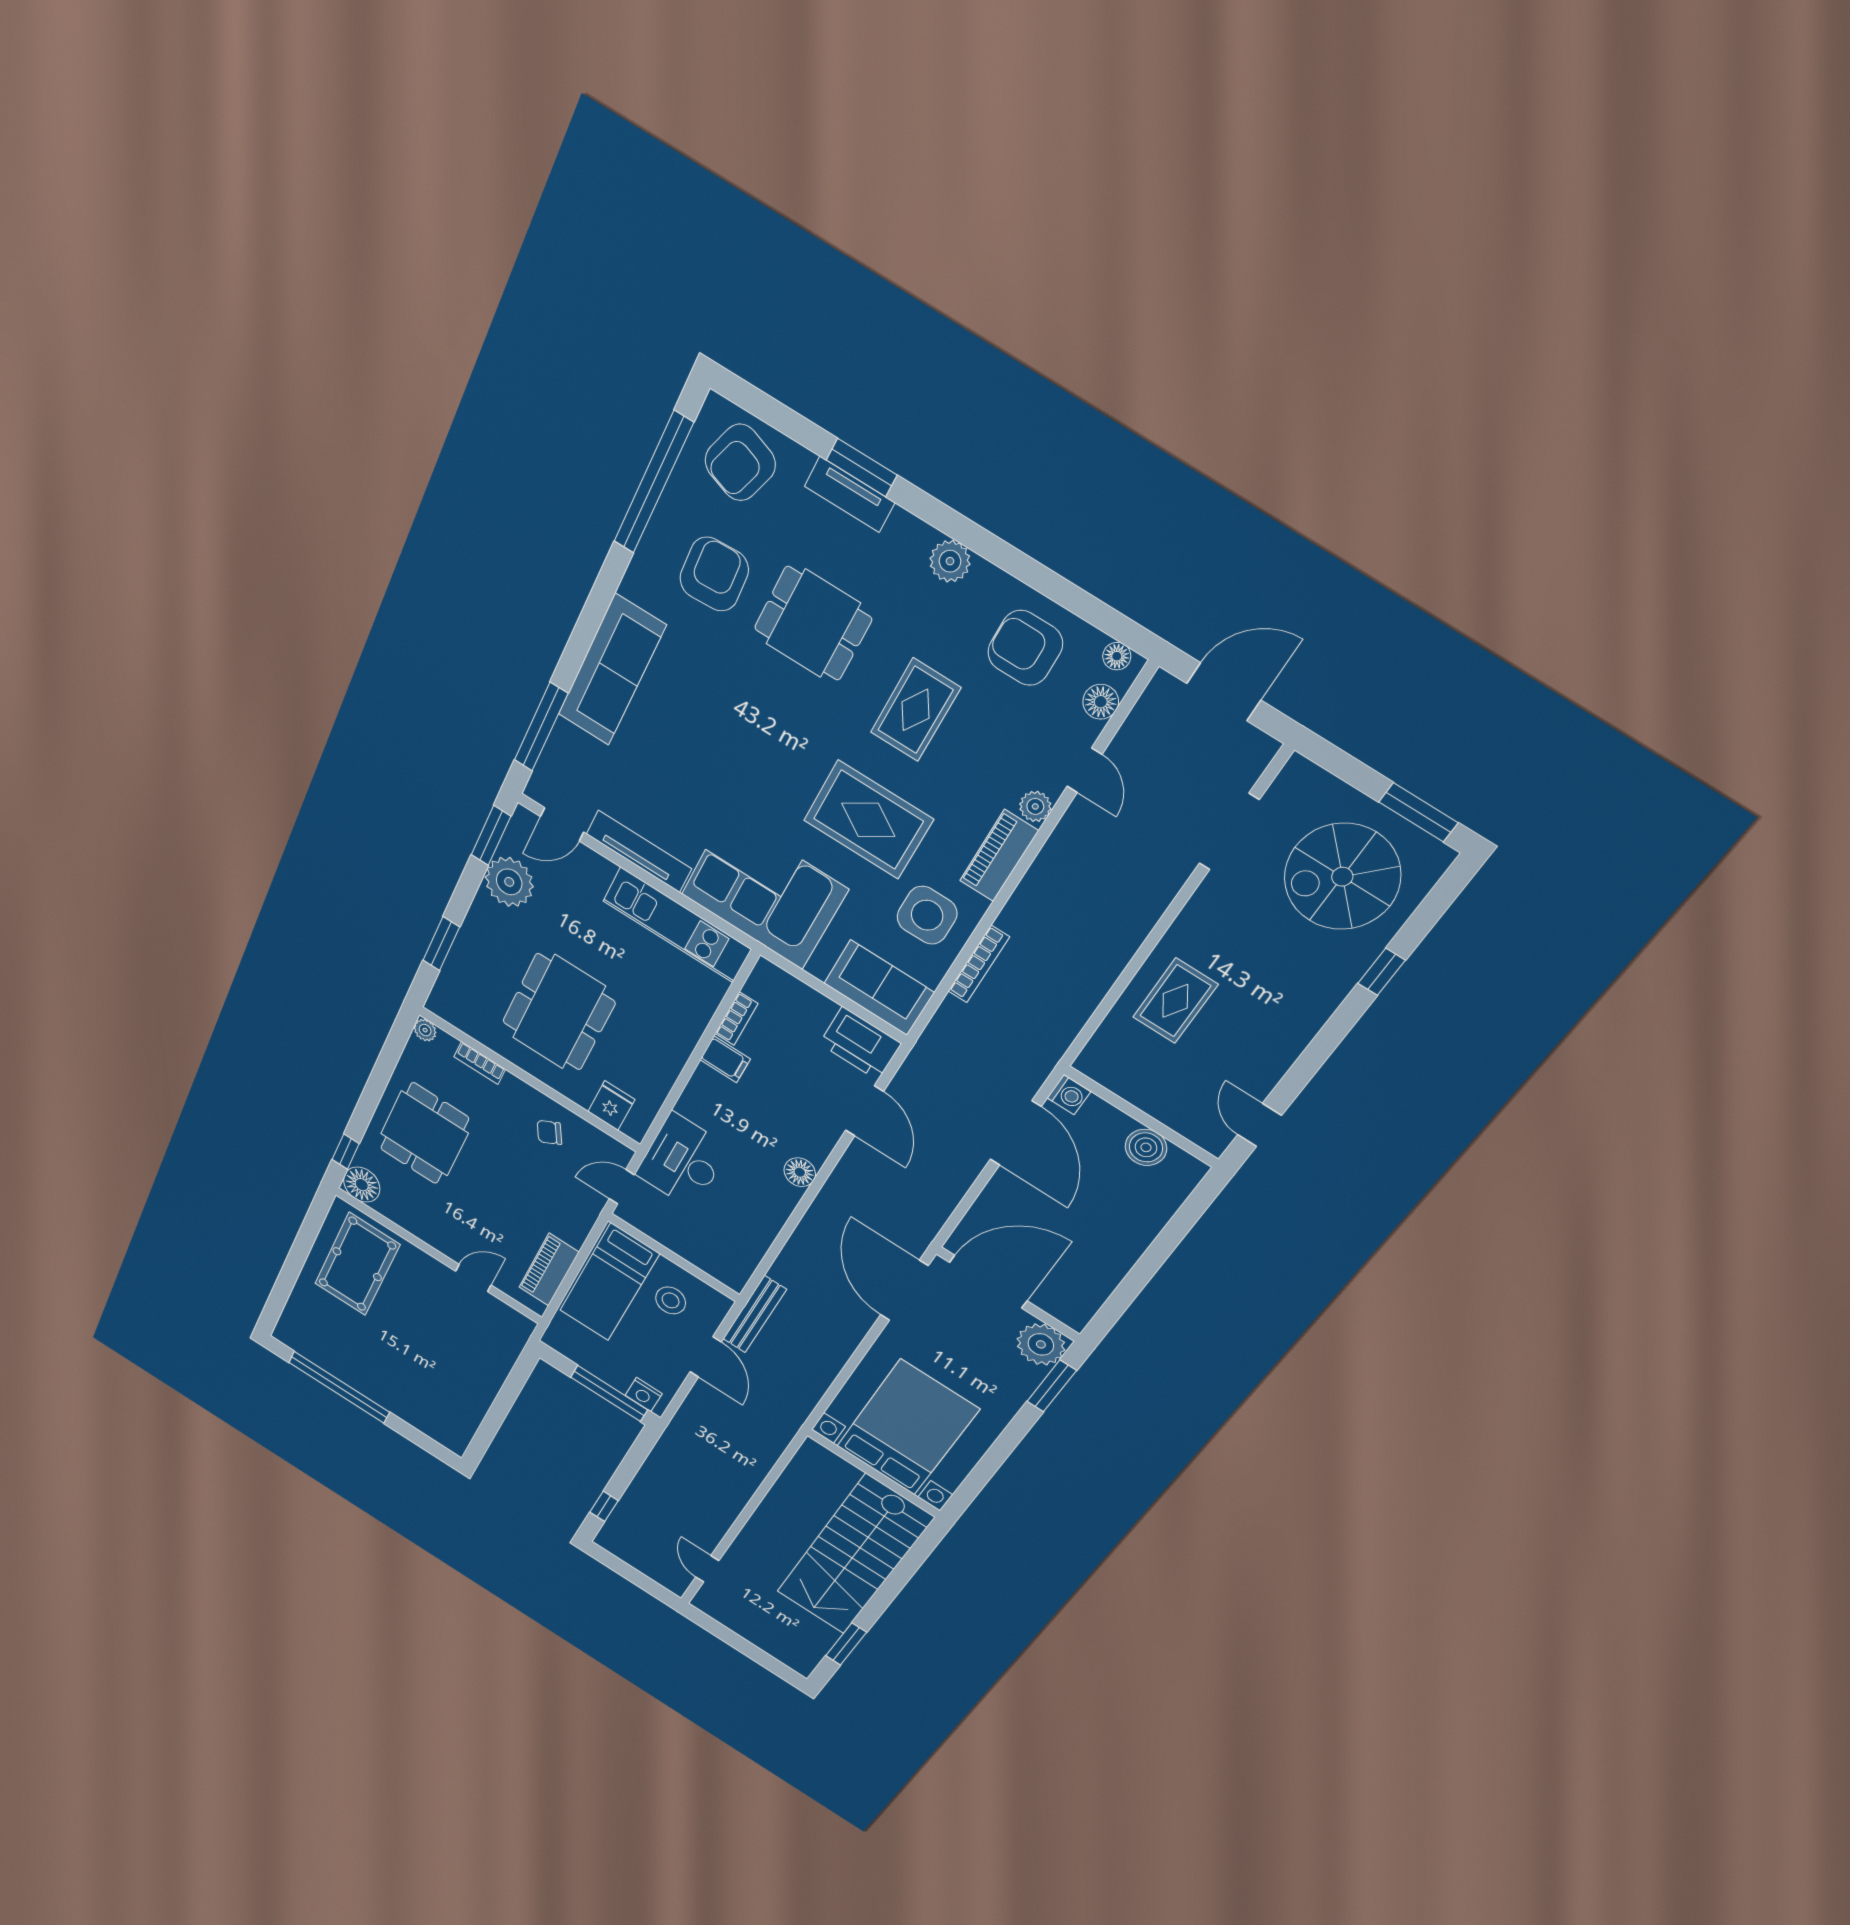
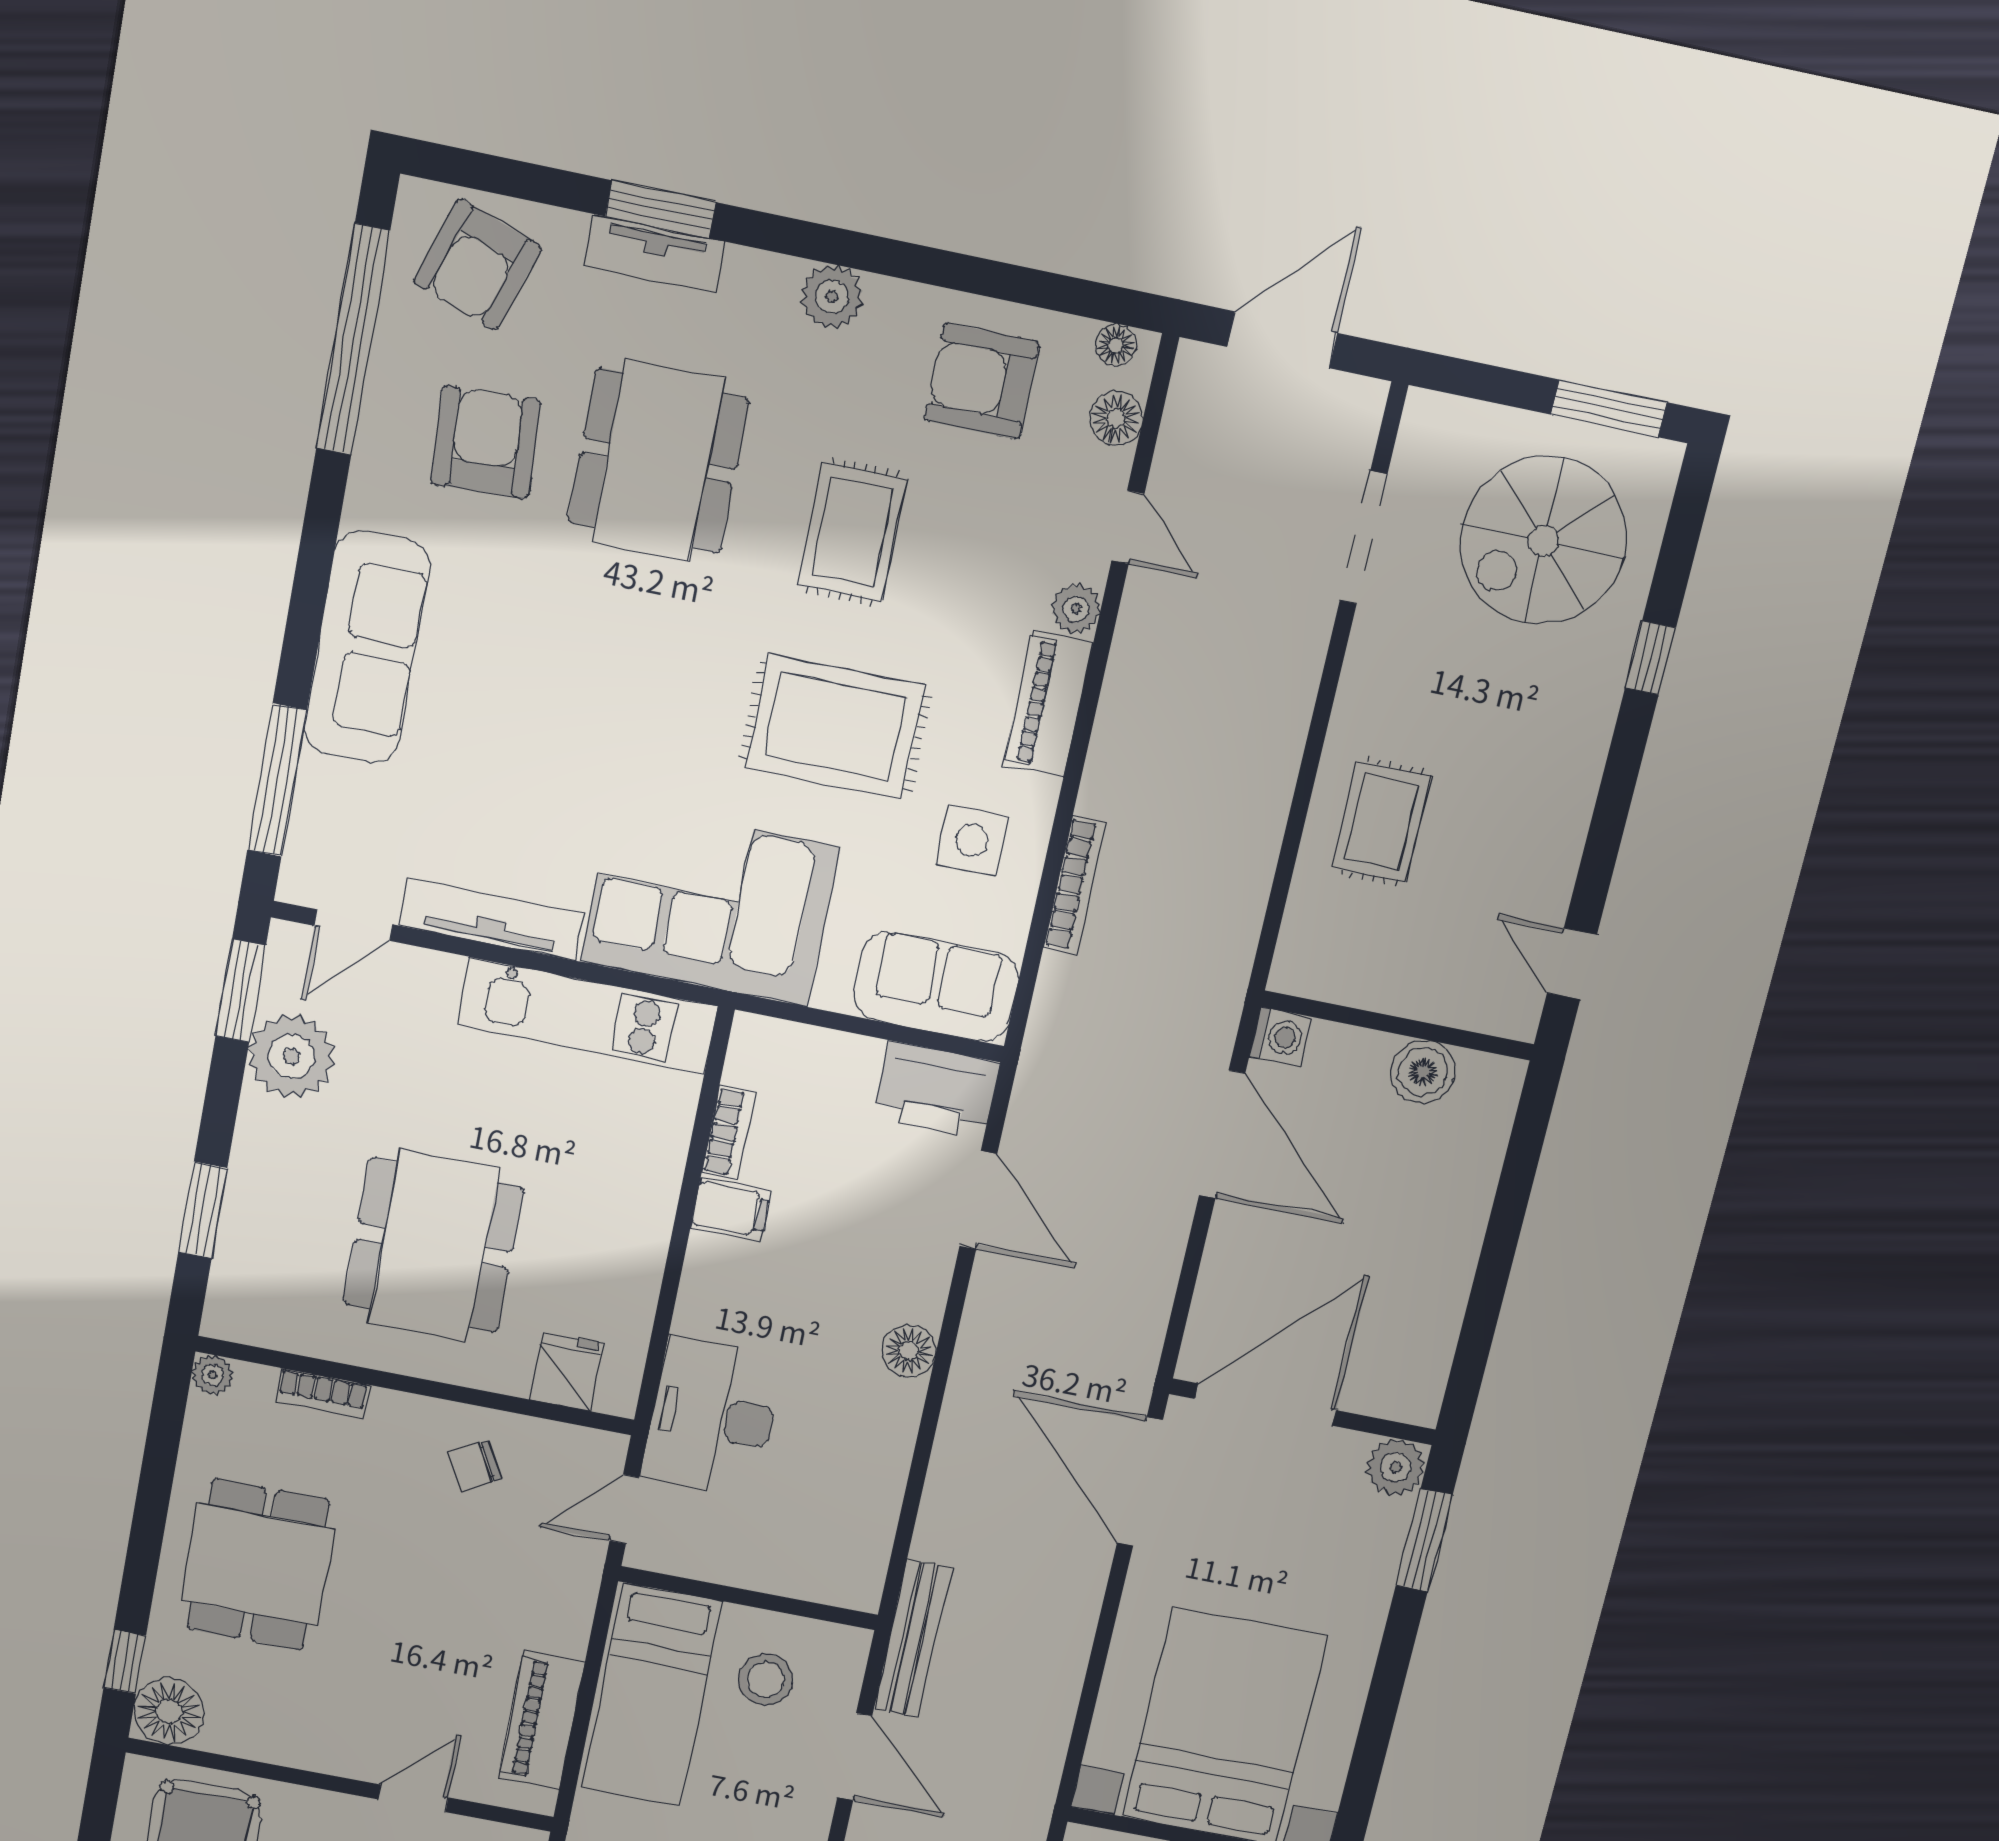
dining table: (813, 624) -> (658, 461), width x1.38
side table: (927, 915) -> (972, 840), width x0.73, depth x0.73
plant: (1041, 1344) -> (1396, 1467), width x0.73, depth x0.73

